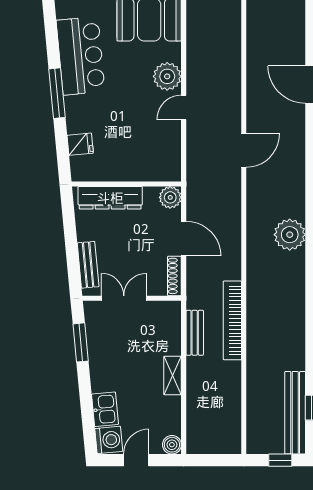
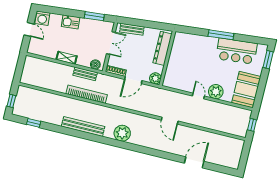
fridge: (80, 144) -> (193, 40), removed
kitchen sink: (105, 409) -> (71, 22), moved
bench: (295, 413) -> (83, 126), moved
boiler: (172, 445) -> (95, 65), moved

